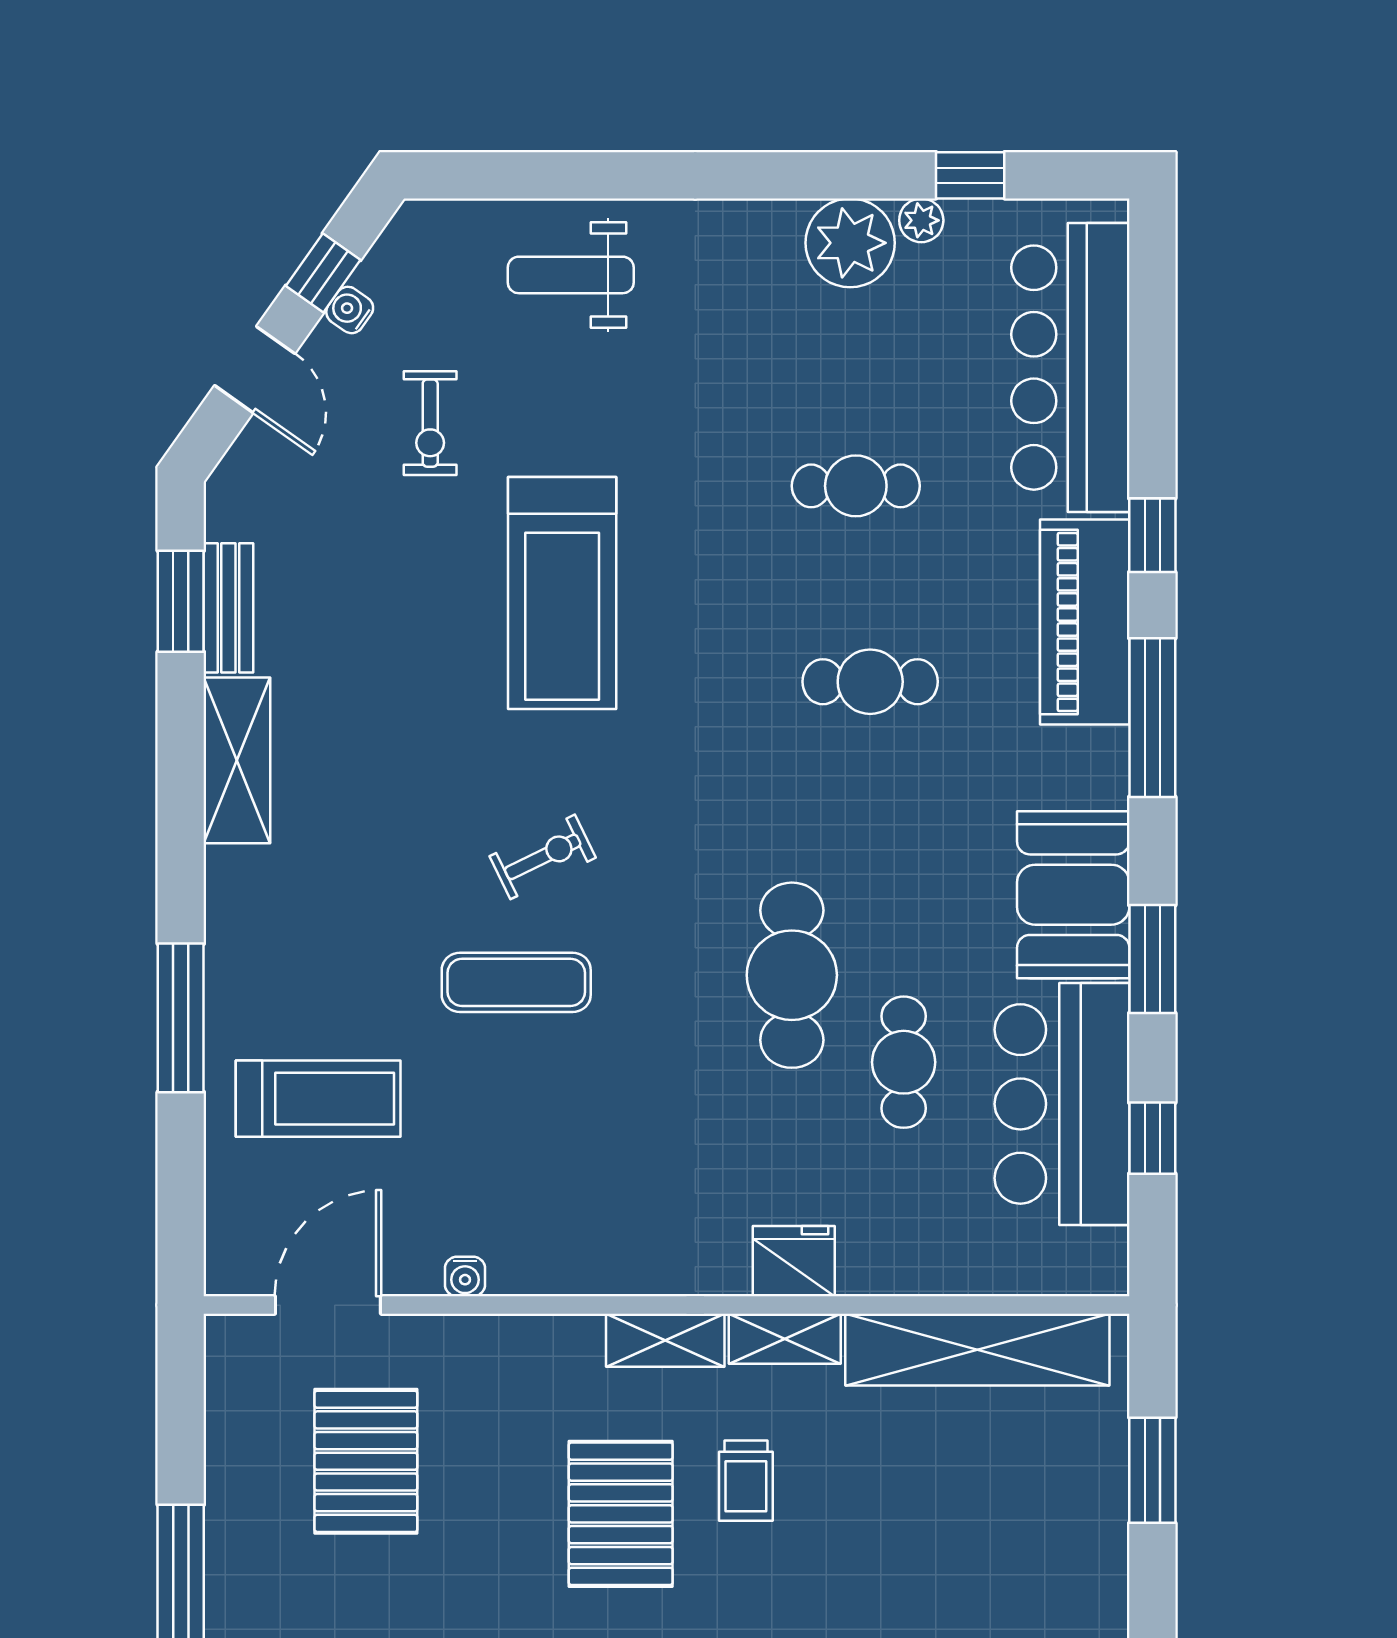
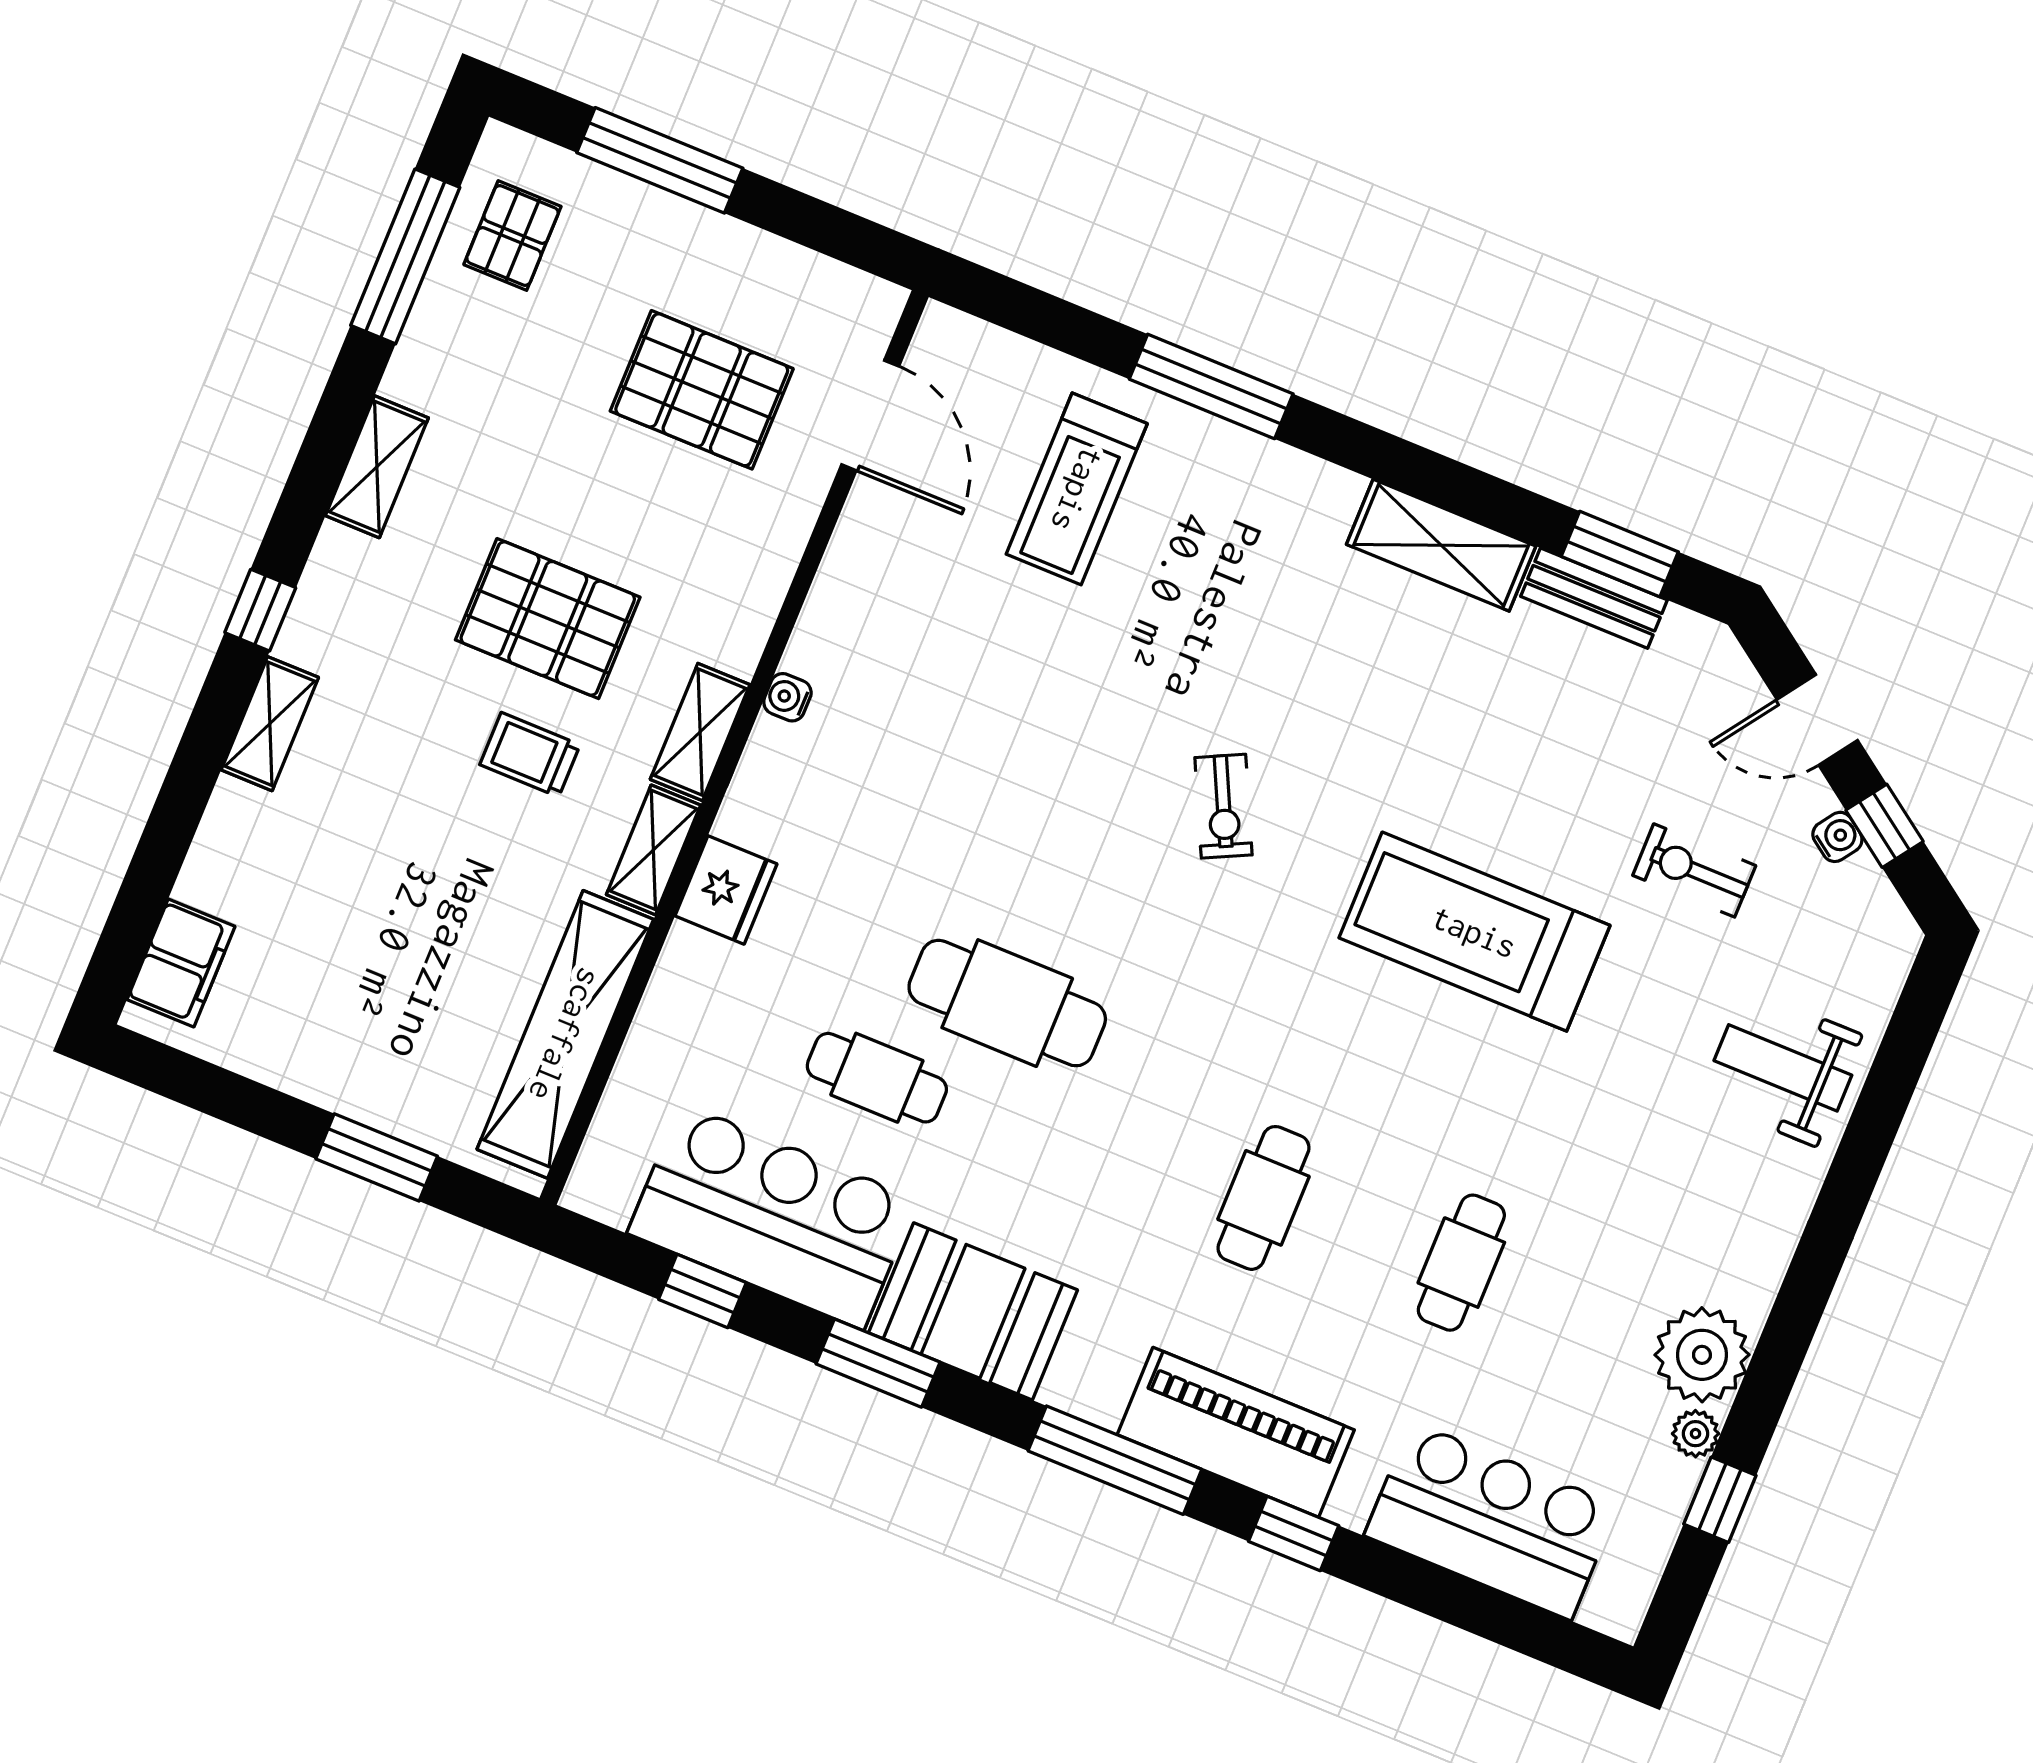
weight bench: (571, 275) -> (1783, 1068), turned -90
bar counter: (1070, 368) -> (1491, 1521), width x0.73
exercise mat: (516, 982) -> (1111, 730), removed
water cooler: (465, 1276) -> (787, 697), moved

